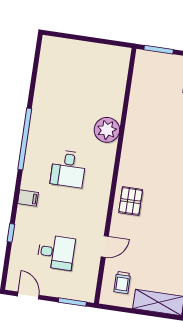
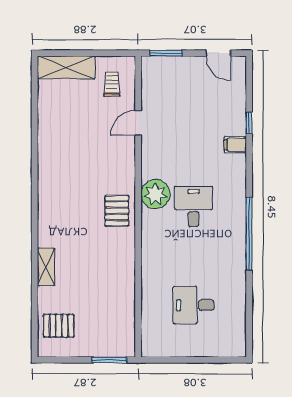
plant: (107, 130) -> (156, 194), moved
filing cabinet: (28, 198) -> (235, 145), moved
pallet: (131, 201) -> (117, 211), moved
desk: (56, 252) -> (194, 305), moved

